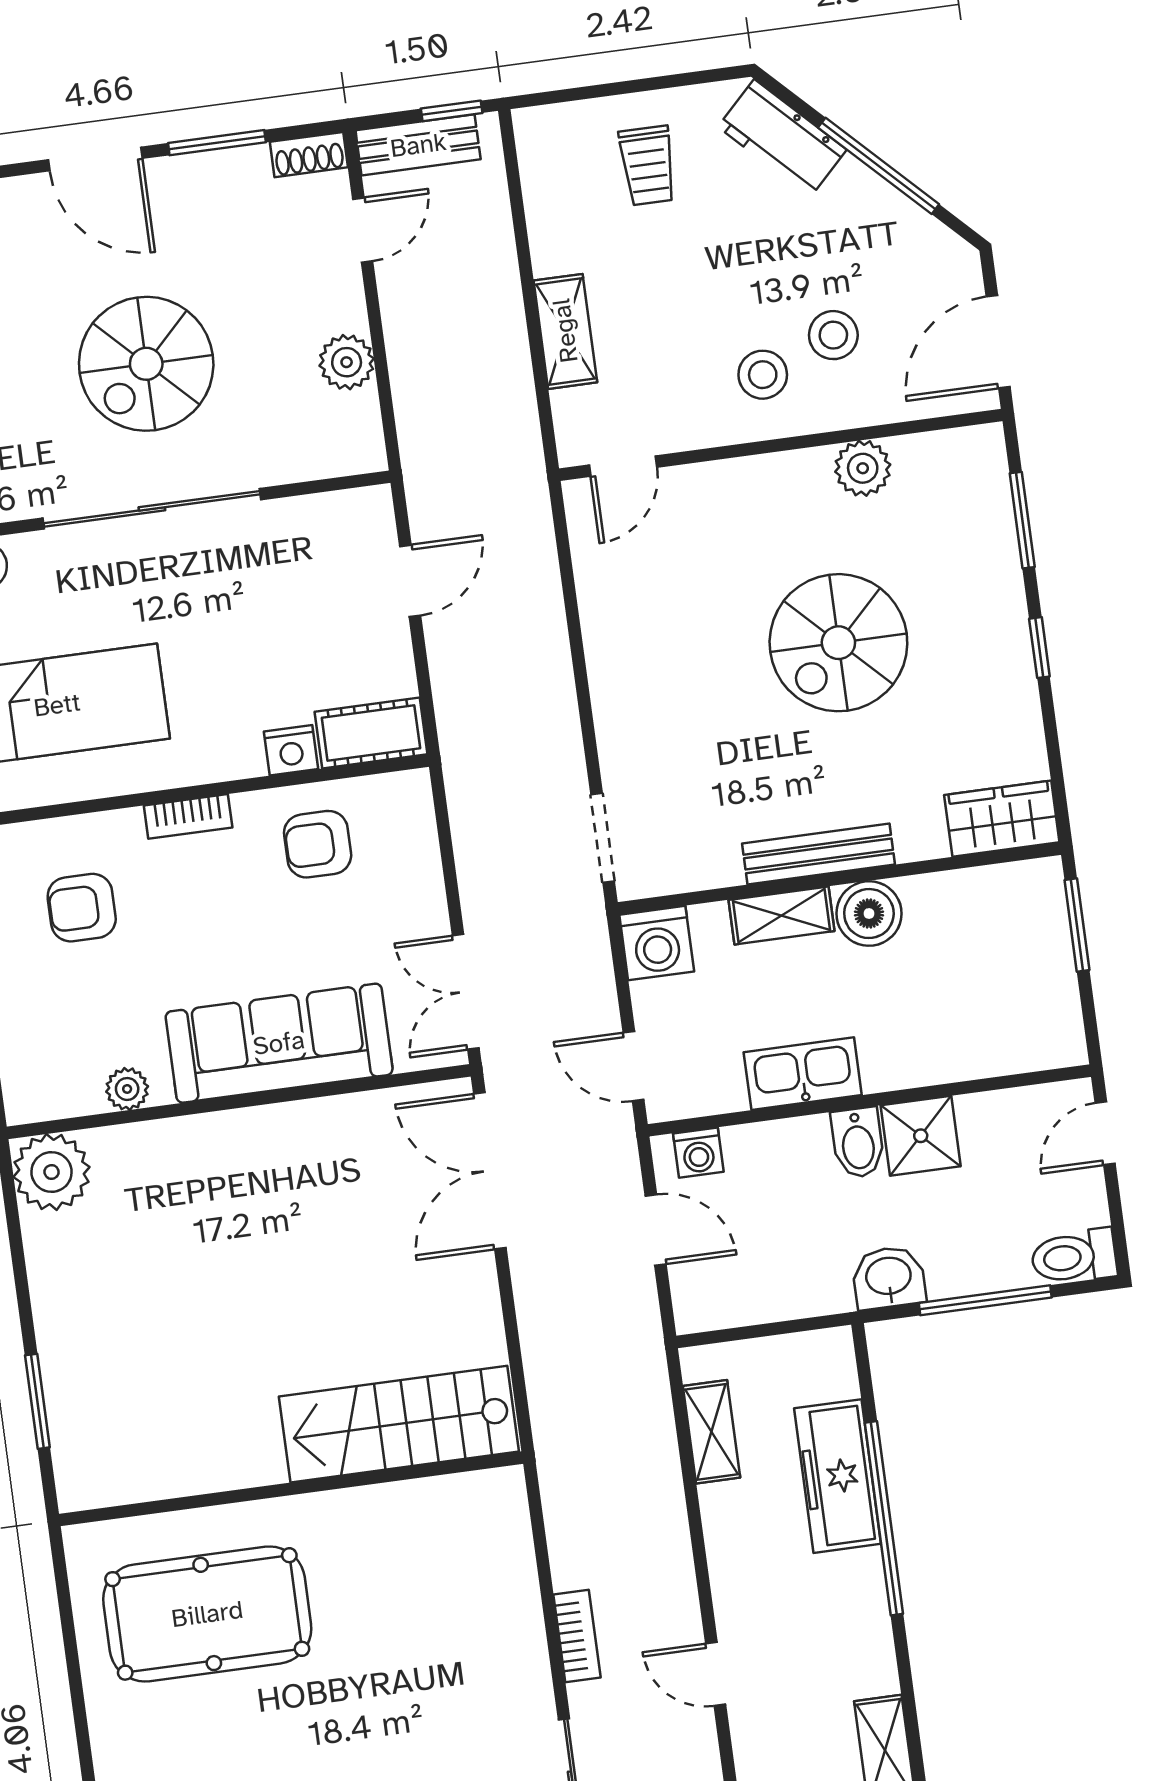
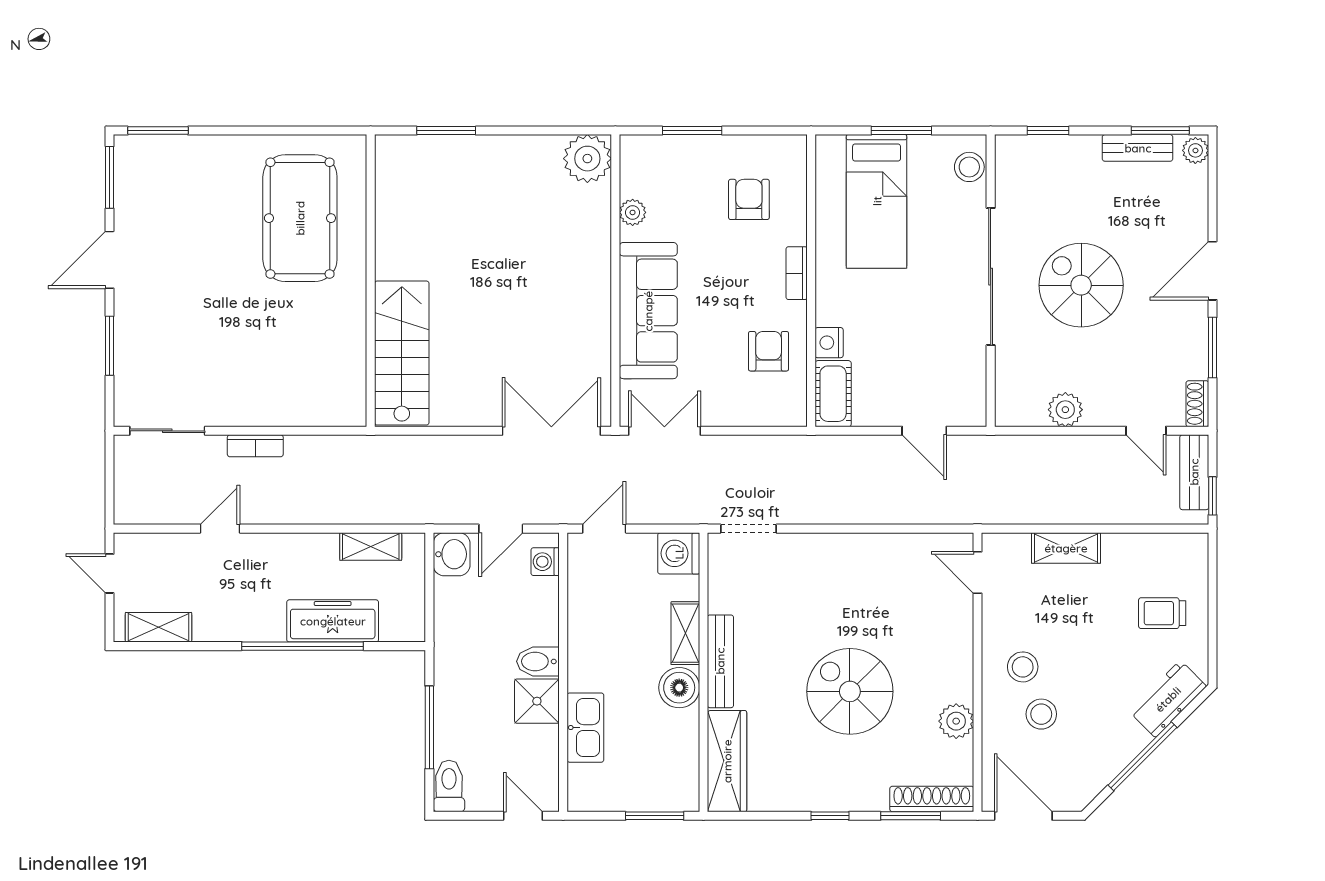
shoe rack: (991, 490) -> (932, 799), added
wardrobe: (1002, 819) -> (727, 761), width x1.50
kitchen sink: (803, 1074) -> (585, 728), moved
washbasin: (889, 1278) -> (452, 554), moved

